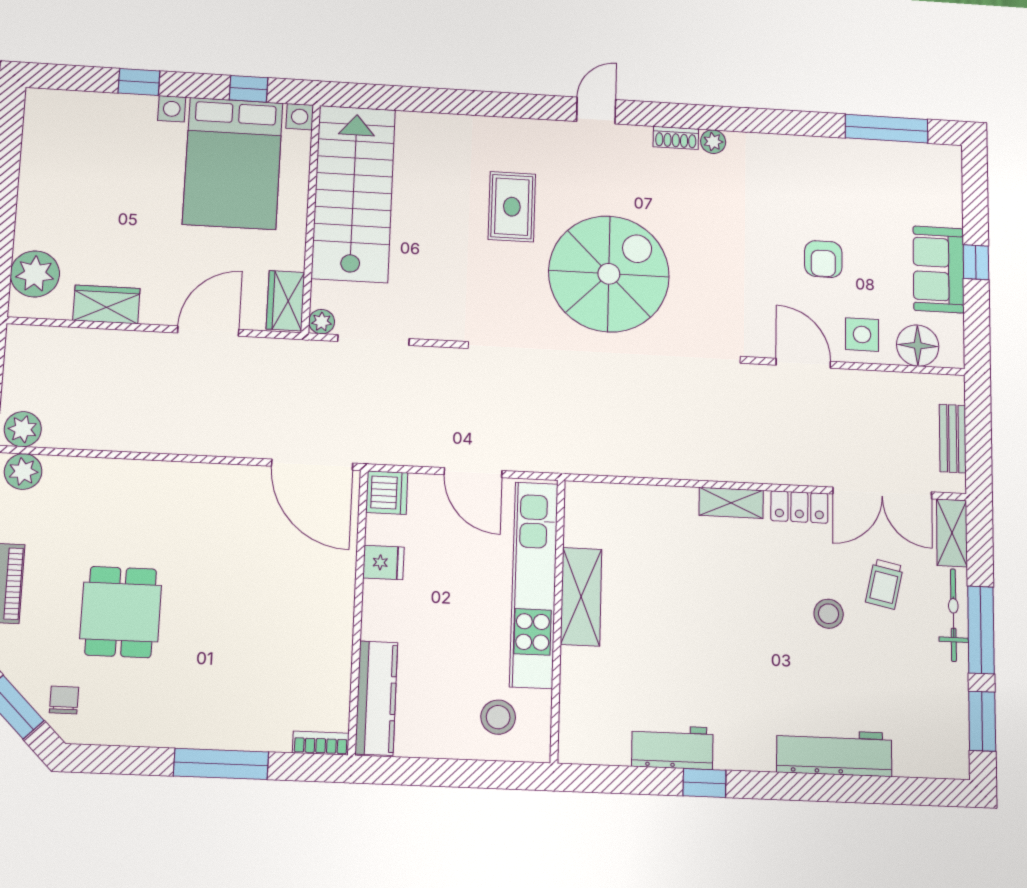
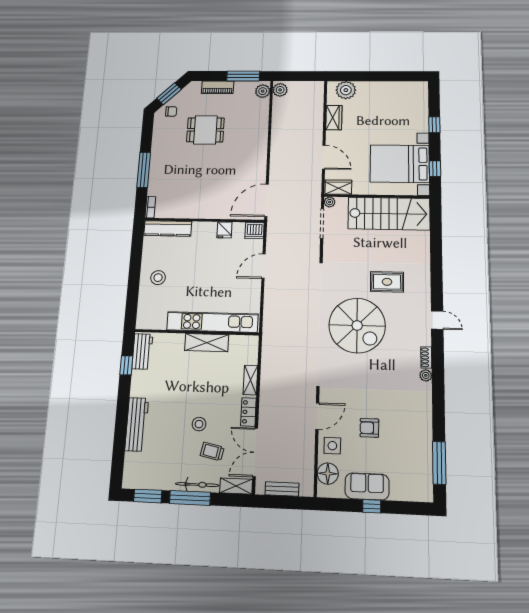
kitchen unit: (534, 585) -> (212, 322), moved
shelving: (581, 597) -> (207, 343), moved
wall: (558, 620) -> (197, 332), moved

